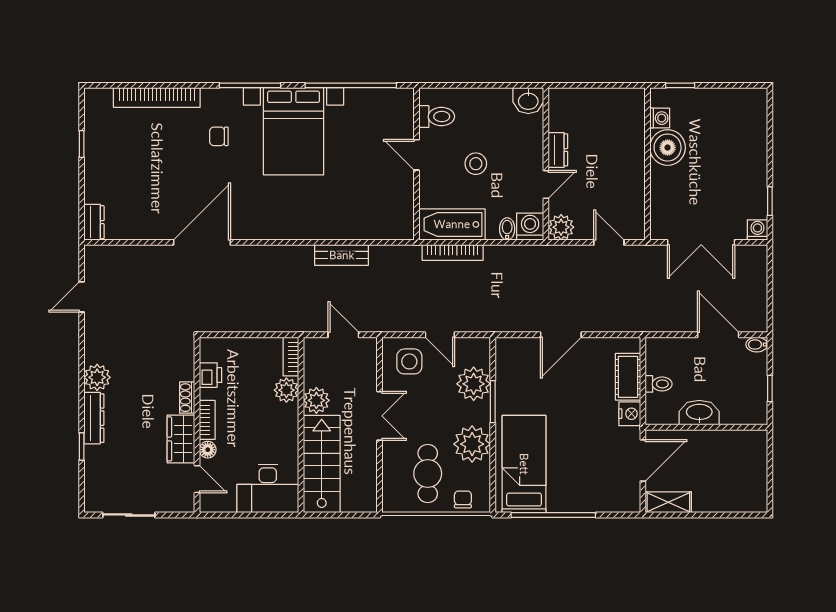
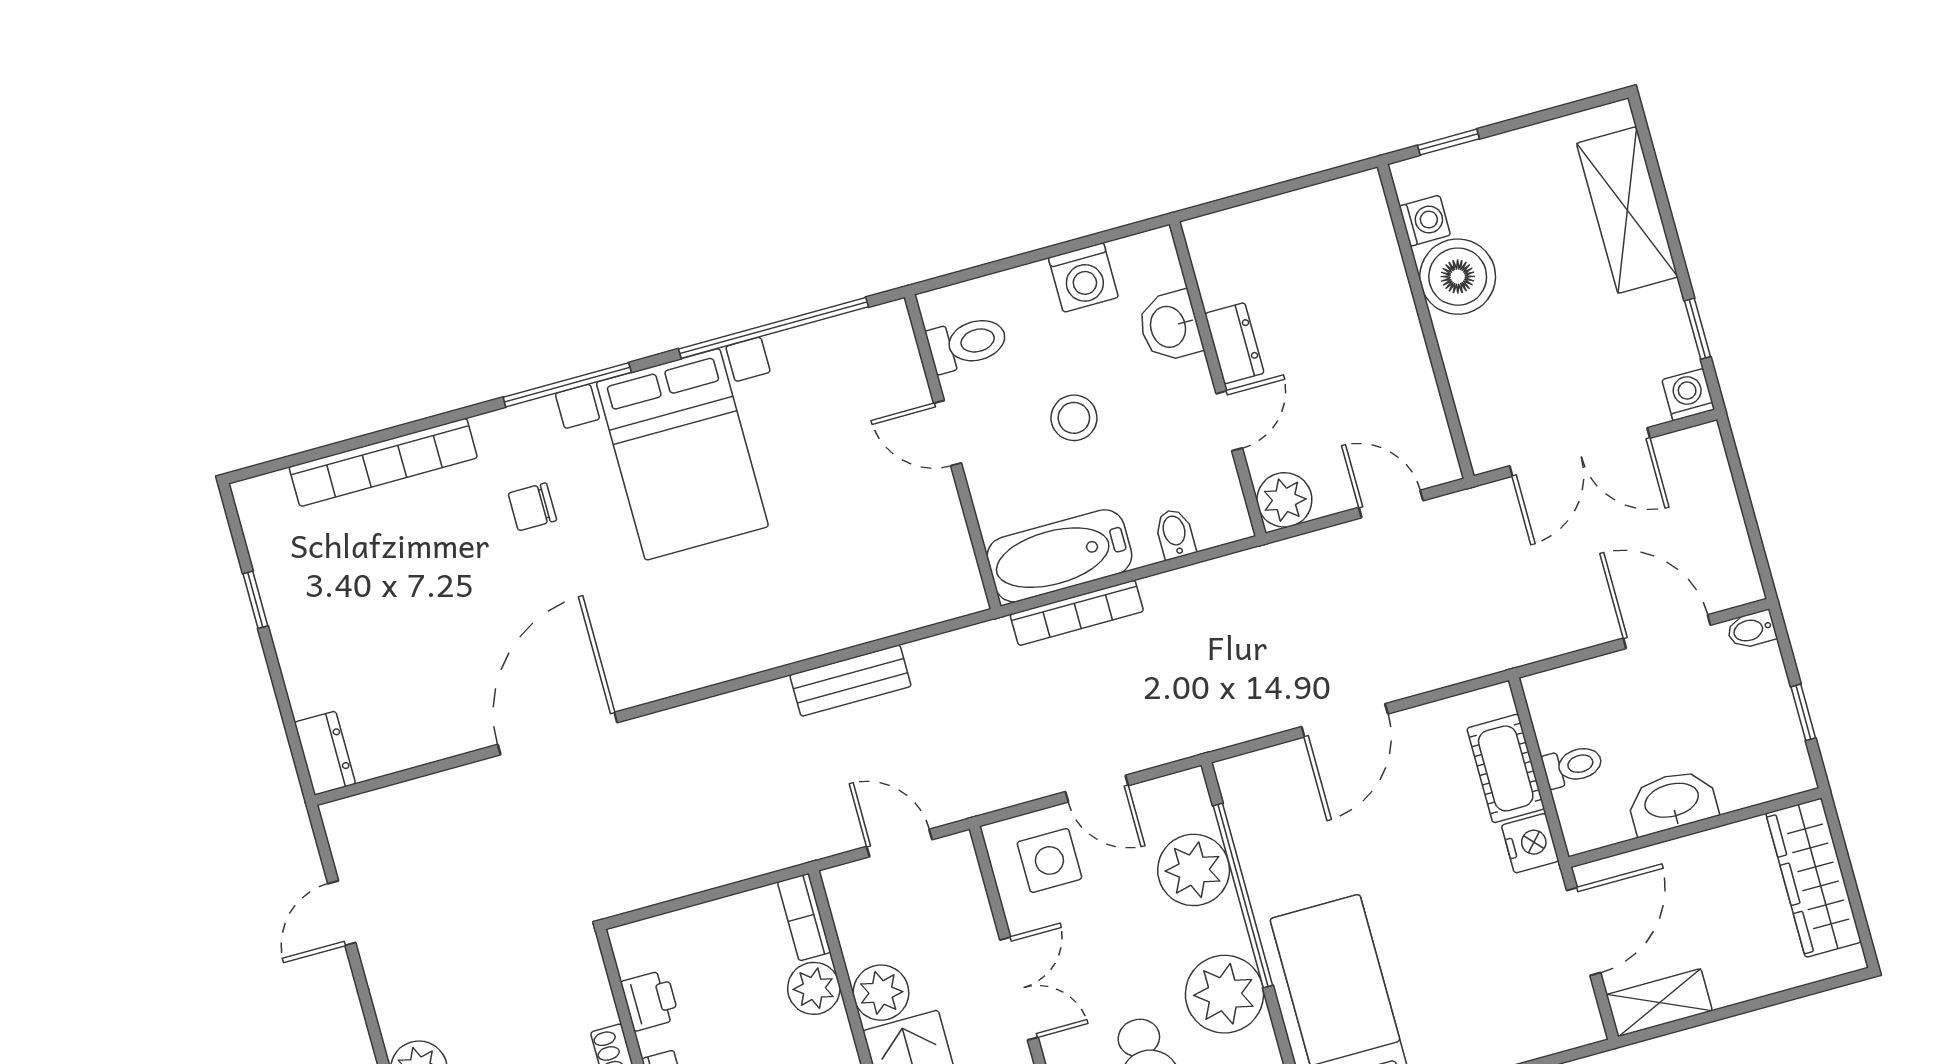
washbasin: (528, 101) -> (1170, 326), moved, turned 90
shelving: (753, 139) -> (1627, 210), added
washing machine: (530, 227) -> (1083, 277), moved, turned 180
window: (493, 402) -> (1243, 895), width x2.11
wardrobe: (754, 465) -> (1814, 878), added

